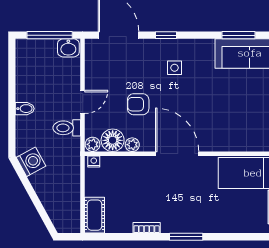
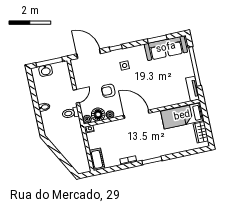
washbasin: (68, 48) -> (46, 71), moved
washing machine: (31, 162) -> (54, 137), removed

